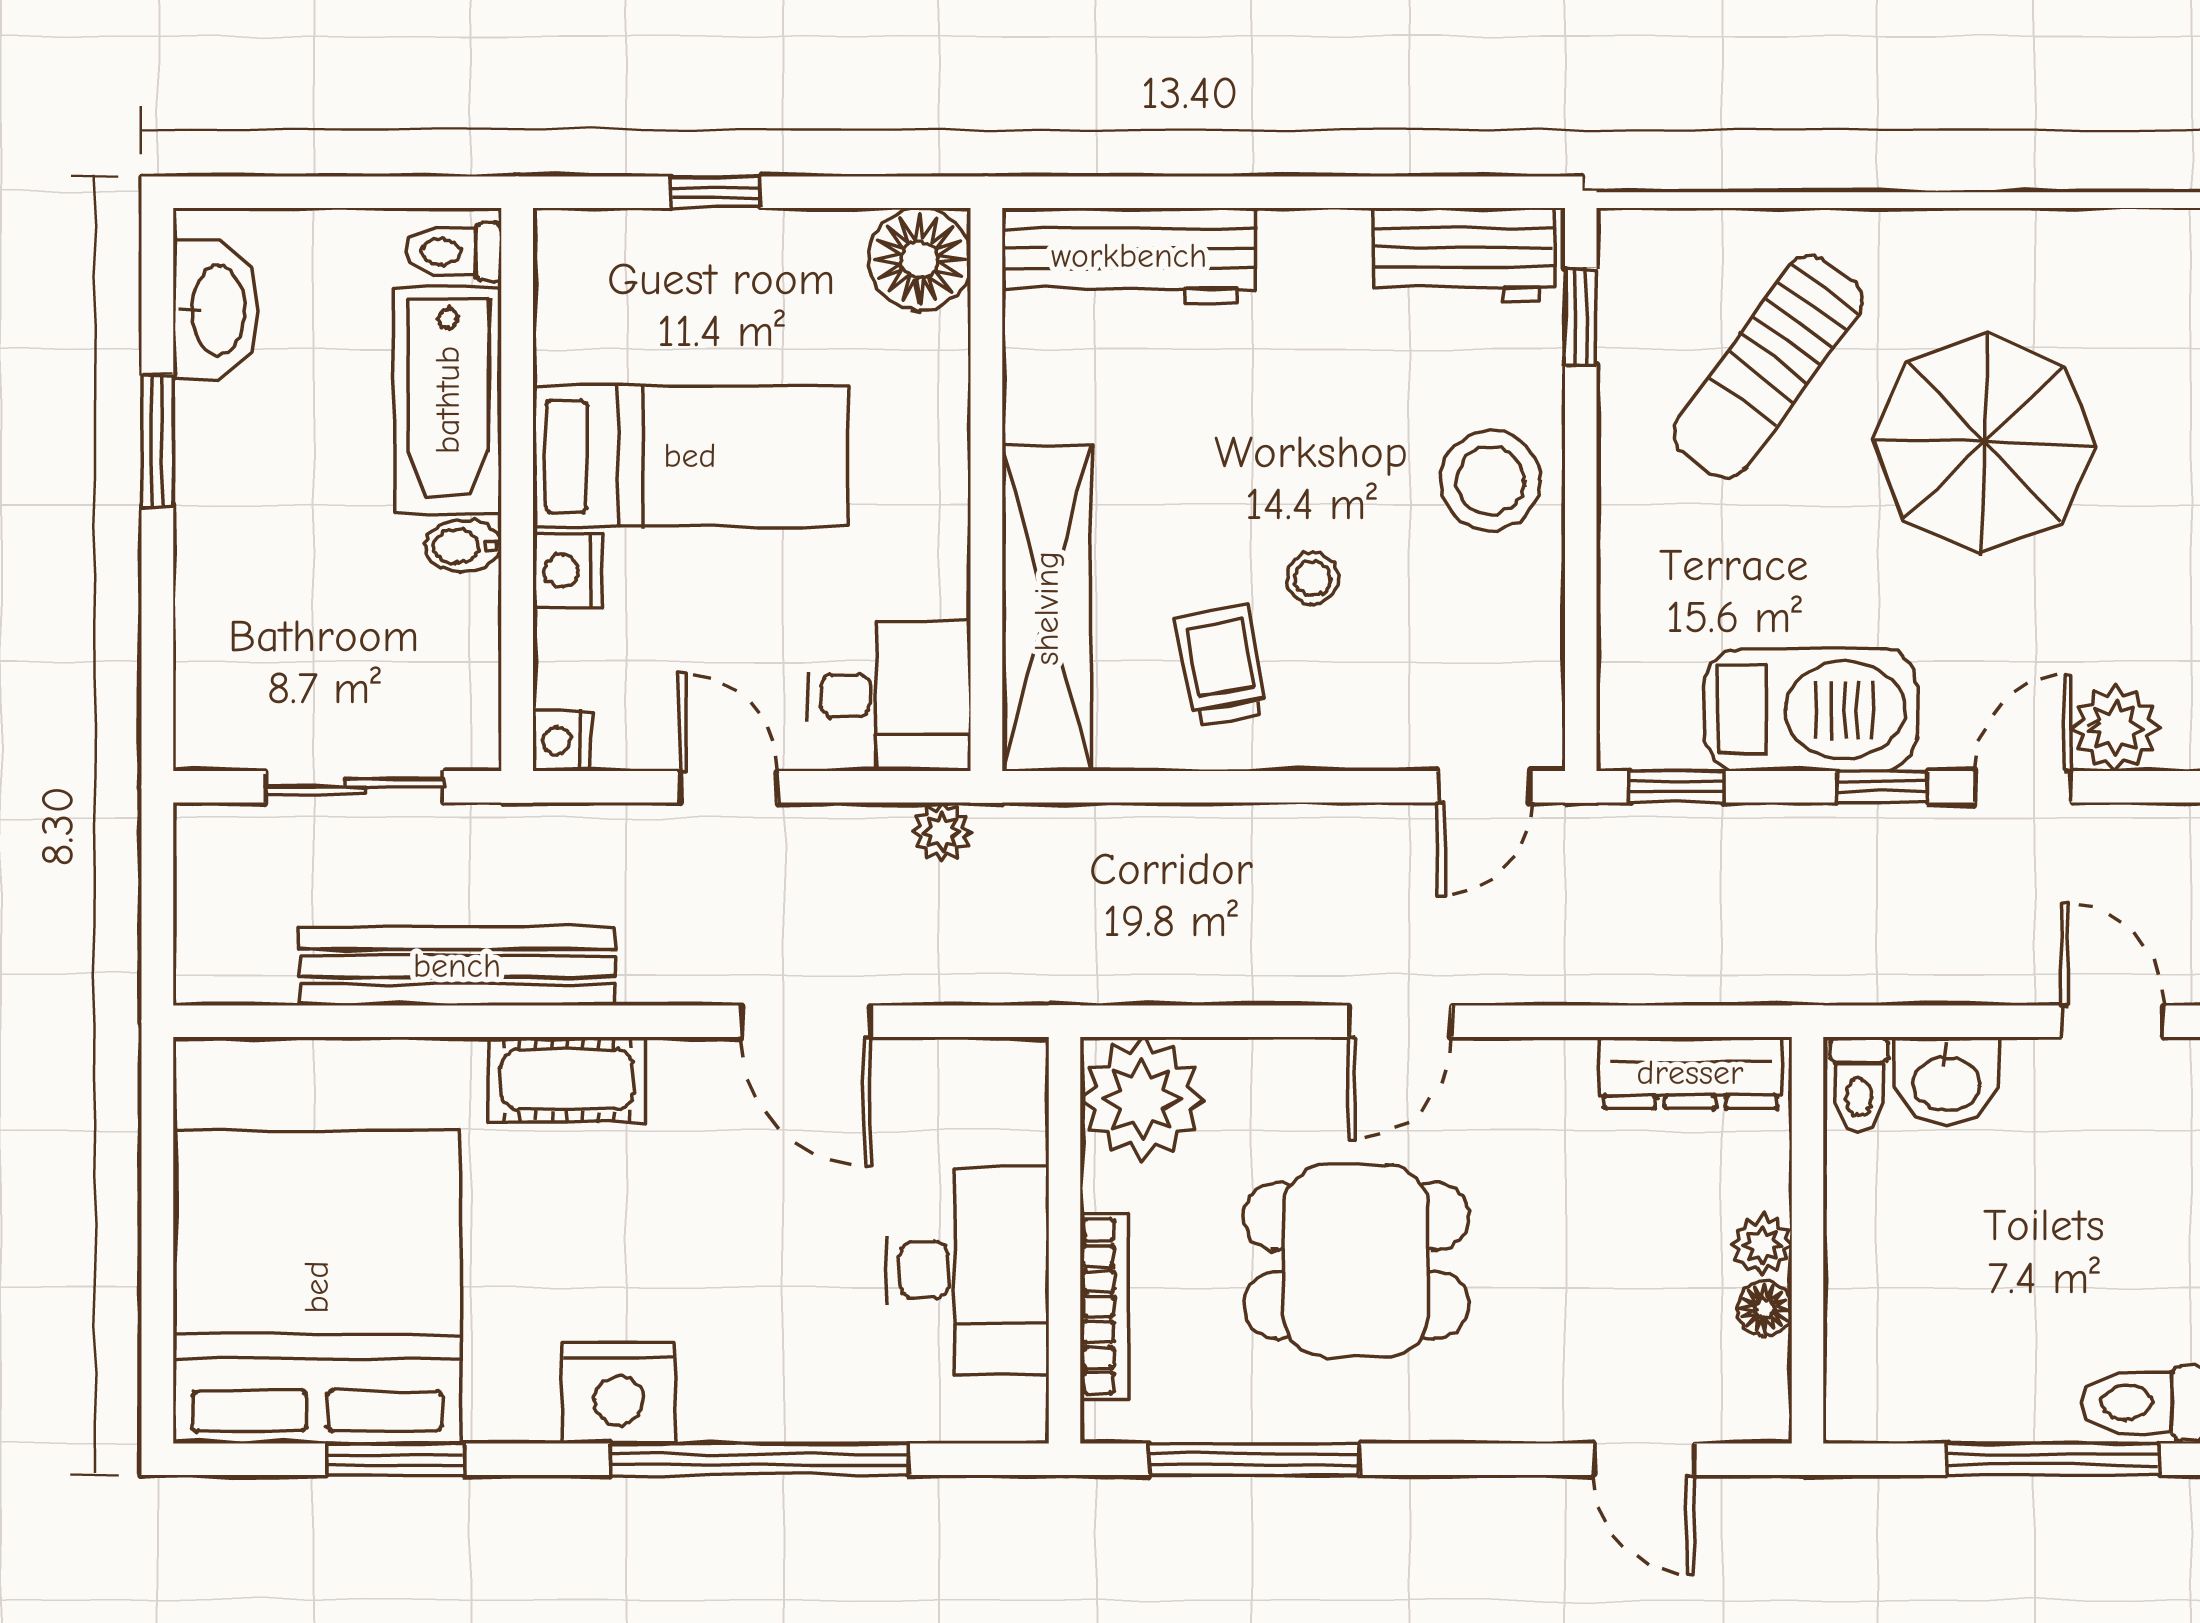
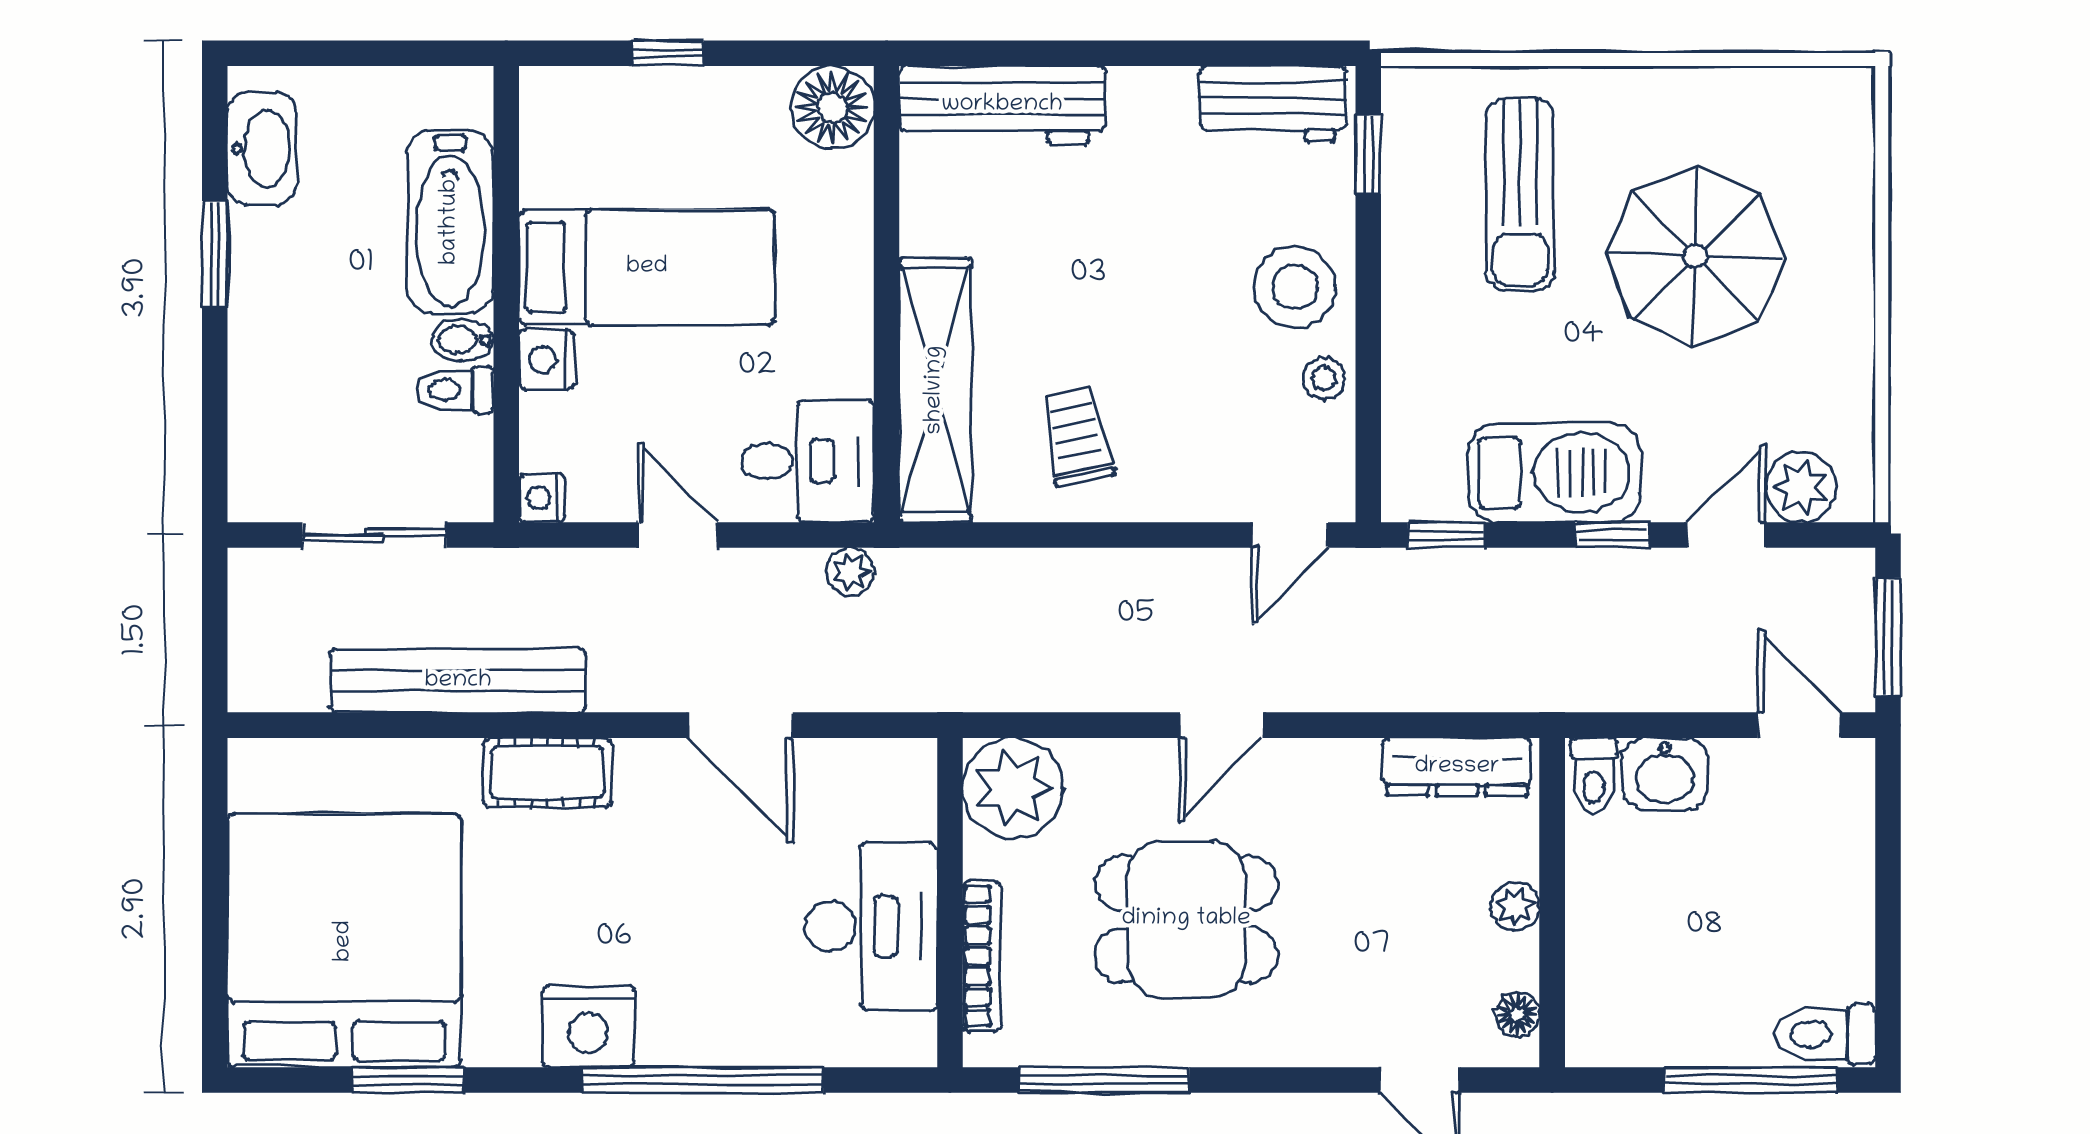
toilet: (454, 252) -> (455, 390), moved
sun lounger: (1768, 367) -> (1520, 195), turned -36
stool: (1313, 578) -> (1324, 378), moved
floor lamp: (1765, 1308) -> (1517, 1014), moved

